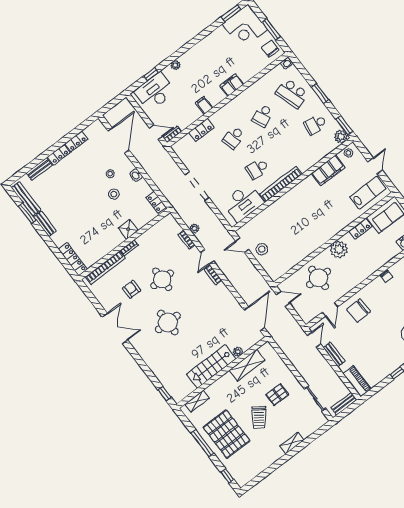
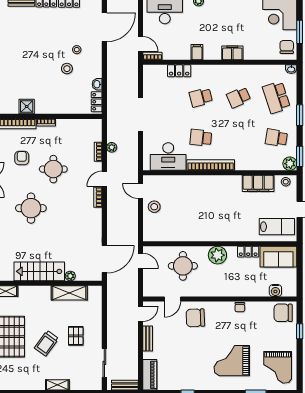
washbasin: (136, 175) -> (97, 84), moved
shower: (128, 229) -> (27, 106), moved
pallet: (277, 395) -> (76, 336), turned 90

